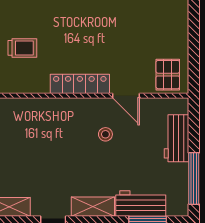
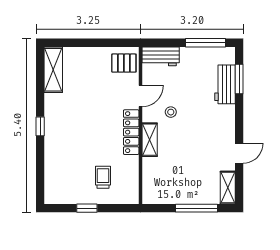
workbench: (176, 138) -> (161, 56), moved
shelving: (93, 207) -> (150, 140), moved

